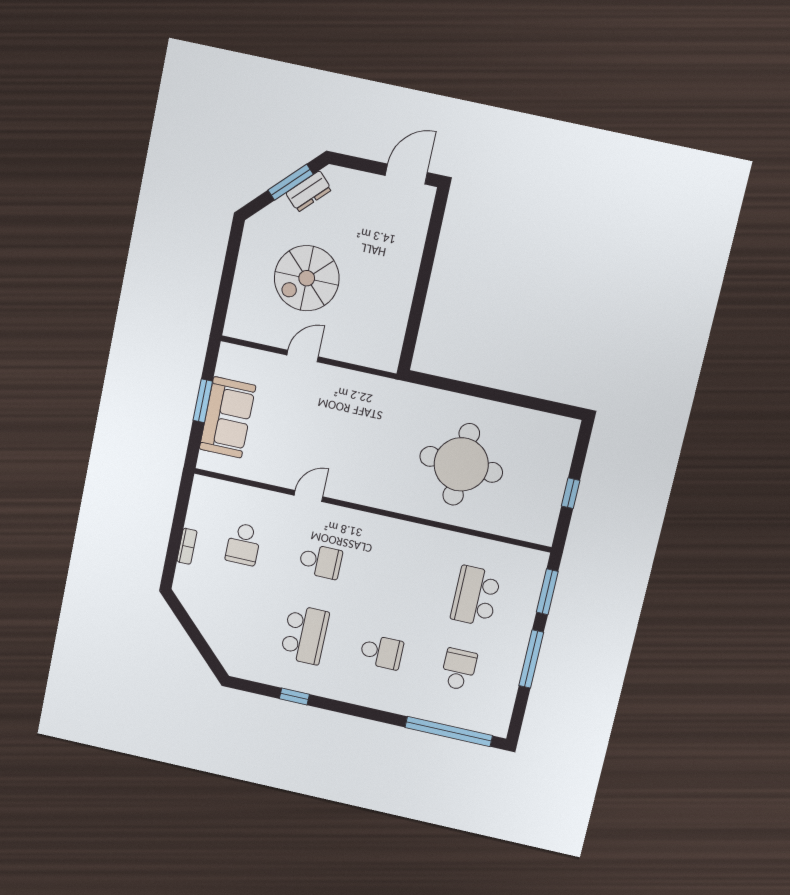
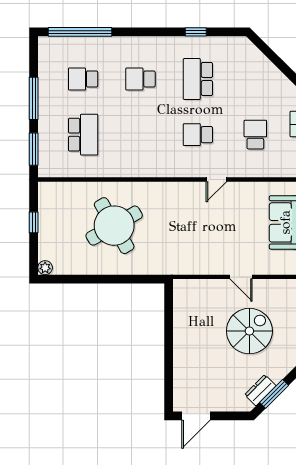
door: (303, 356) -> (241, 277), hinge flipped
plant: (570, 428) -> (45, 268), added
round table: (461, 464) -> (114, 226), turned -32
school desk: (459, 669) -> (83, 79), turned 90

